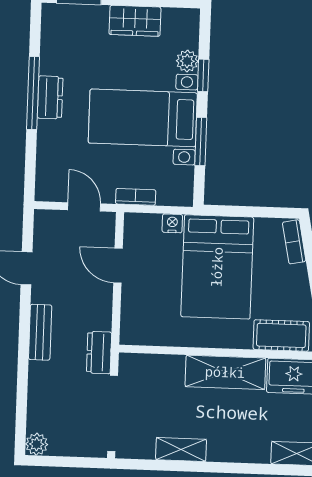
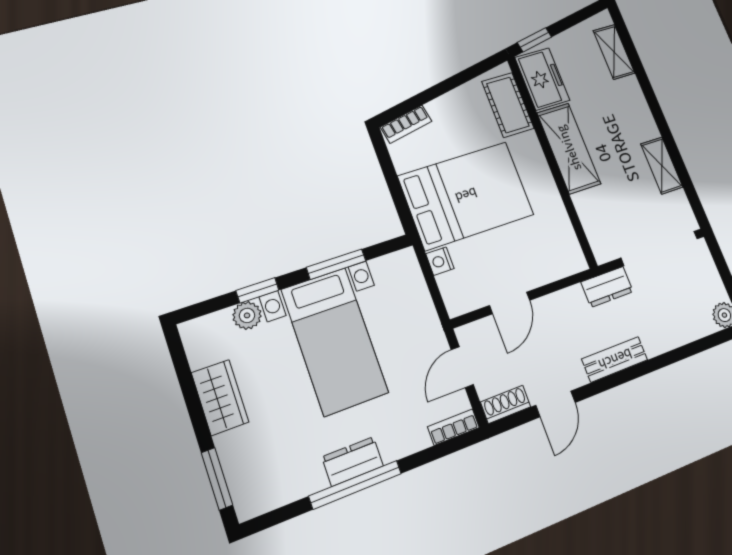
bookcase: (136, 197) -> (453, 427), moved, turned 90
shoe rack: (43, 229) -> (506, 404), added

